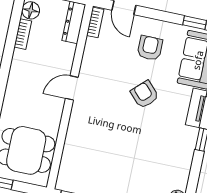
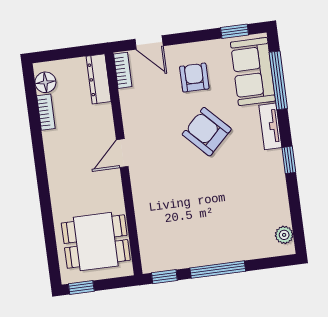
armchair: (145, 94) -> (207, 132), width x1.38, depth x1.38

